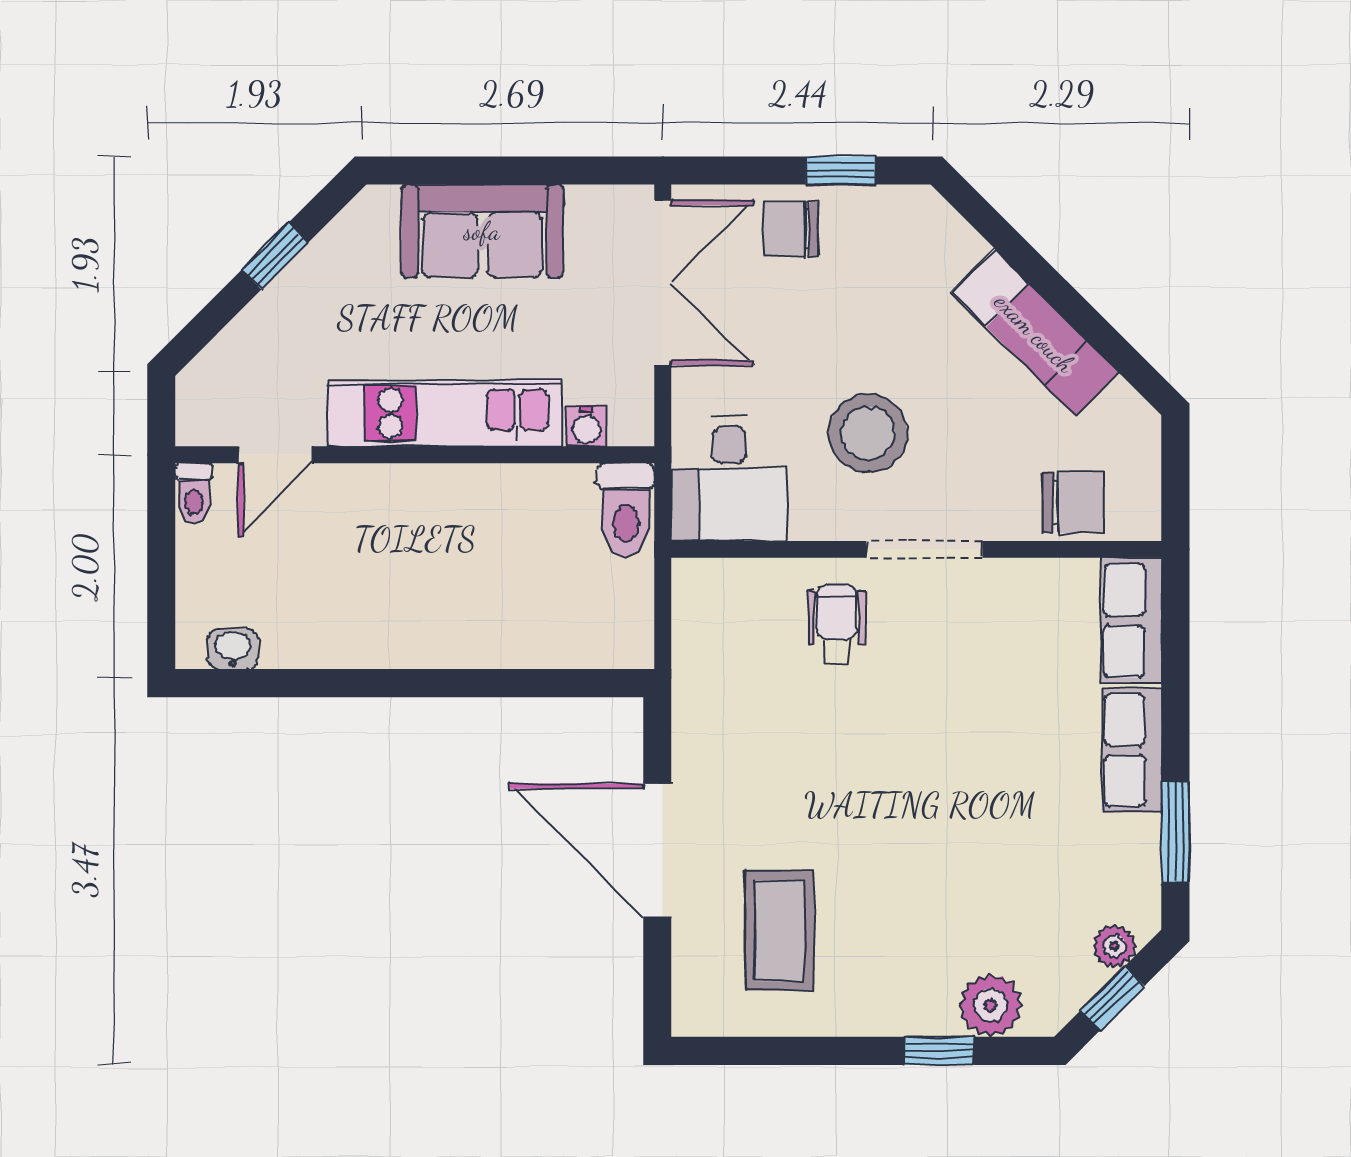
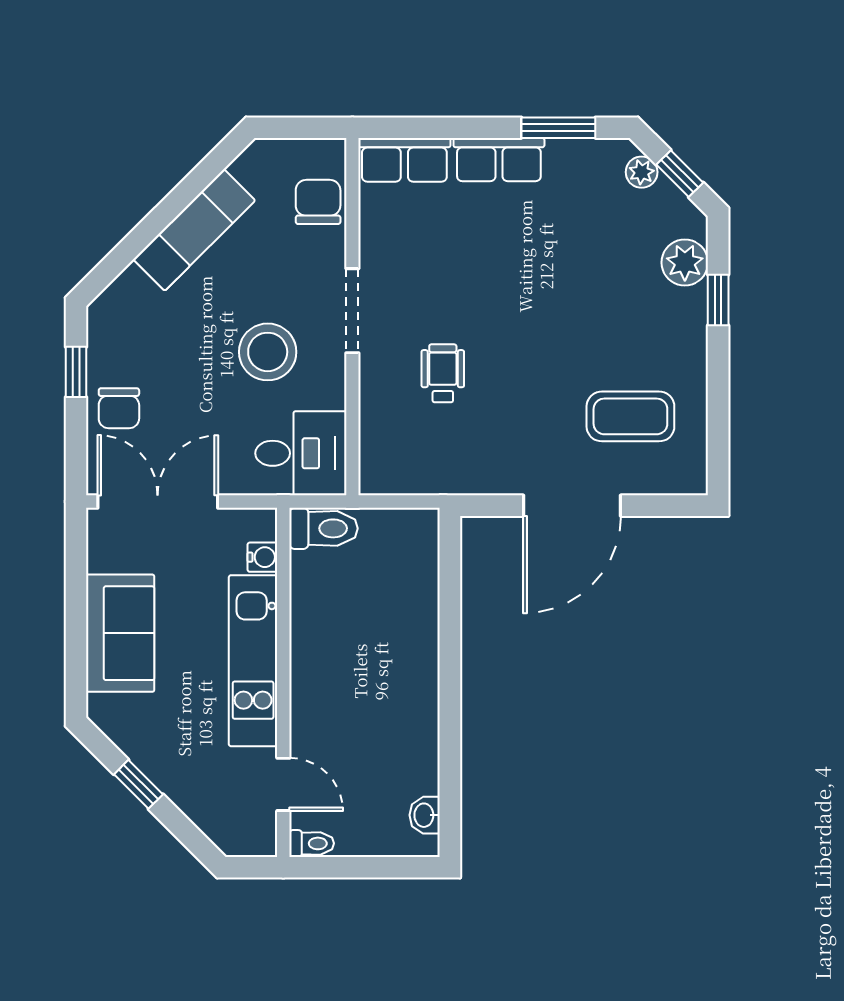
wheelchair: (837, 624) -> (443, 373), moved, turned 90

